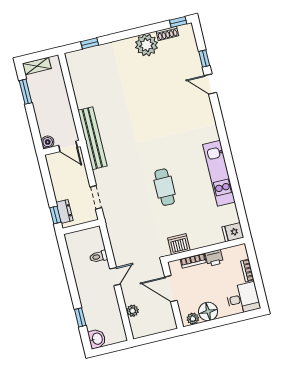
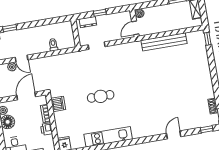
window: (90, 43) -> (208, 39), moved
plant: (147, 45) -> (205, 90), removed
window: (204, 59) -> (207, 129), moved
bench: (92, 138) -> (164, 42), moved
window: (55, 215) -> (100, 13), moved
door: (115, 276) -> (21, 59), moved

